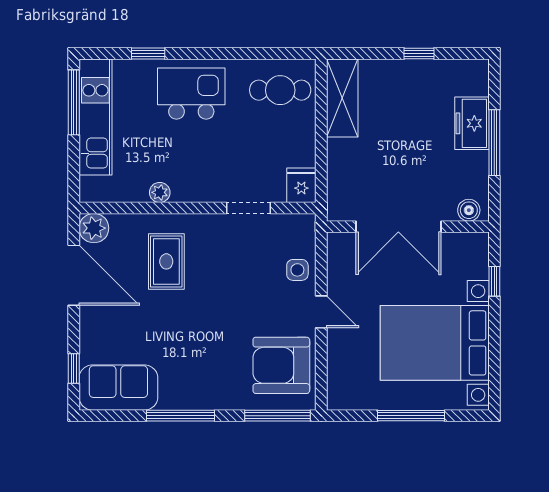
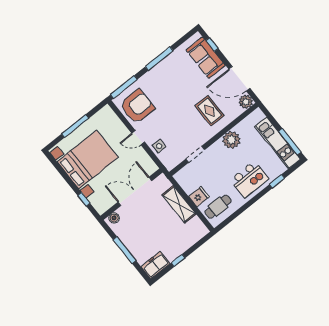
shelving: (342, 98) -> (179, 204), moved
freezer: (472, 123) -> (156, 265), moved, turned -90
fridge: (301, 185) -> (199, 197), moved, turned -90
plant: (160, 192) -> (231, 140), width x1.88, depth x1.88
sofa: (118, 388) -> (206, 58), moved, turned 90

